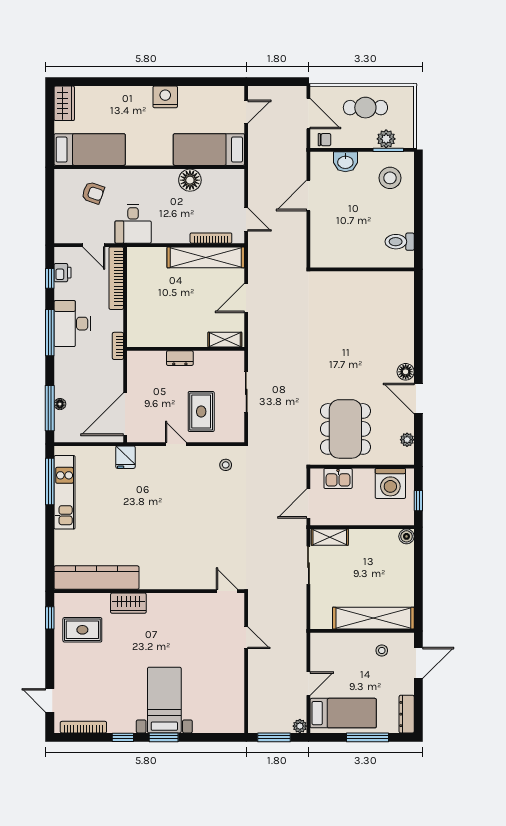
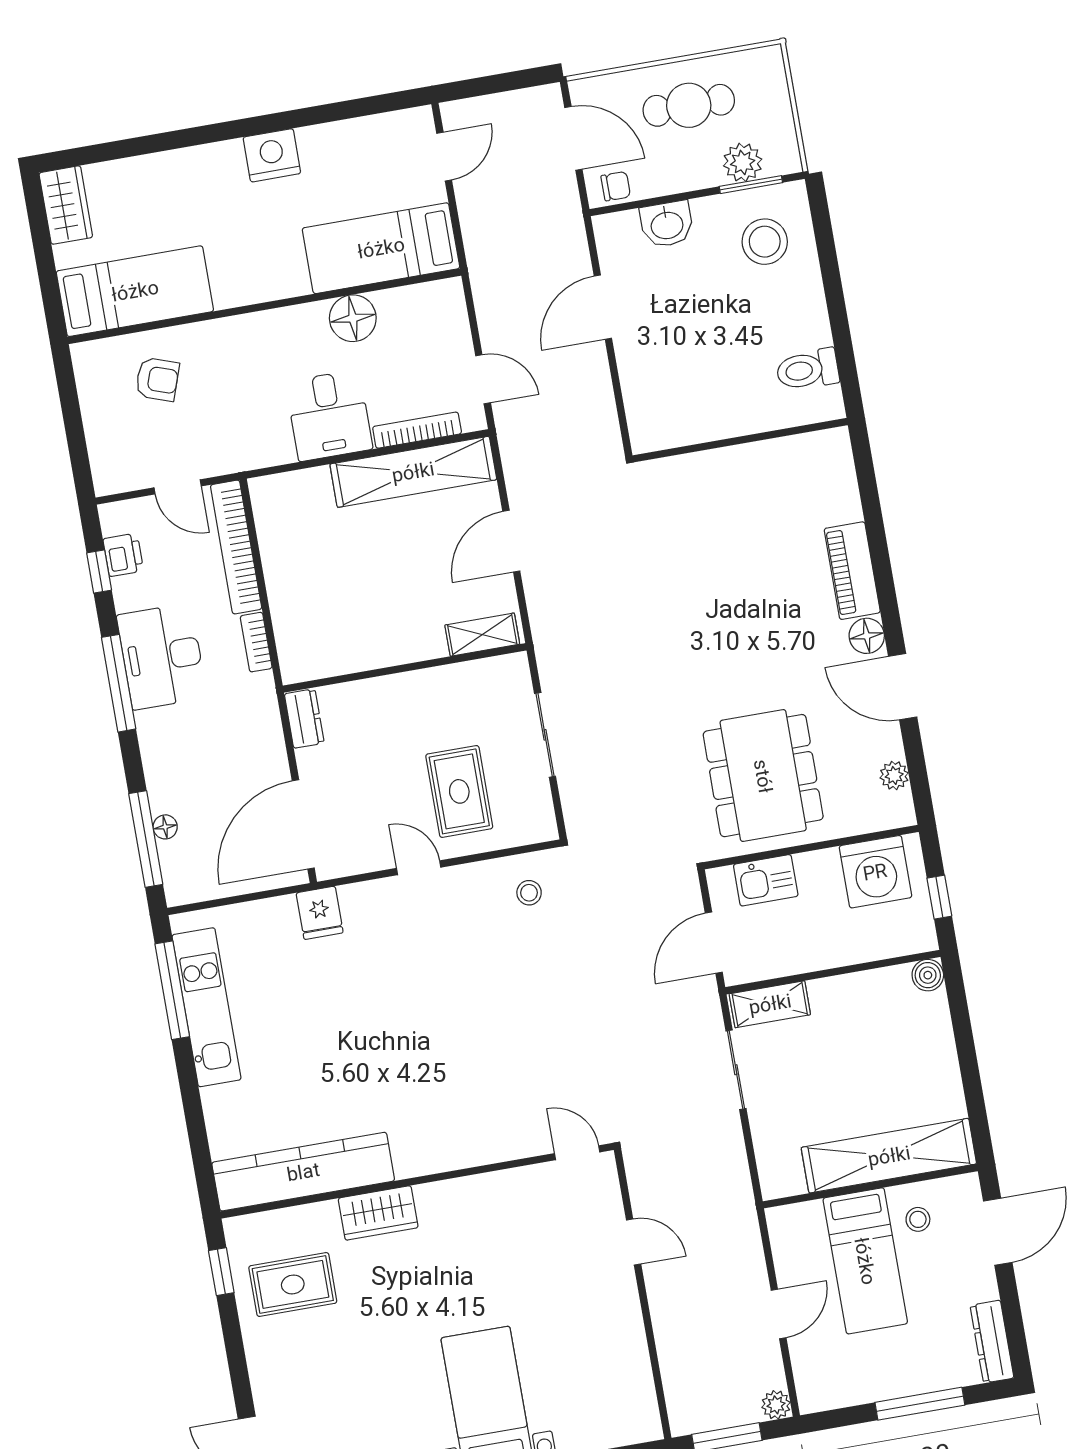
desk: (133, 224) -> (329, 415), moved
piano: (404, 340) -> (852, 571), added
bookcase: (118, 346) -> (256, 642), moved
dresser: (180, 358) -> (304, 718), moved, turned -90
bed: (343, 713) -> (865, 1261), moved, turned 90

